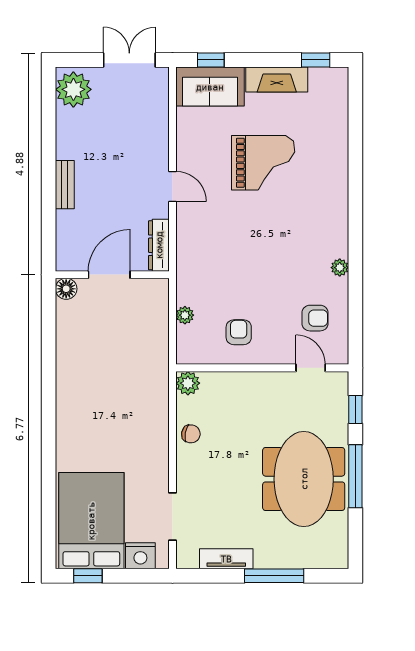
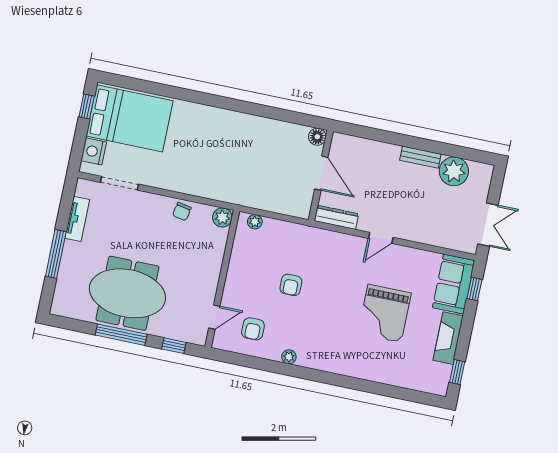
plant: (73, 89) -> (454, 171), moved
bench: (65, 185) -> (420, 157), moved
plant: (185, 315) -> (255, 222), moved
armchair: (239, 332) -> (291, 285), moved, turned 90

